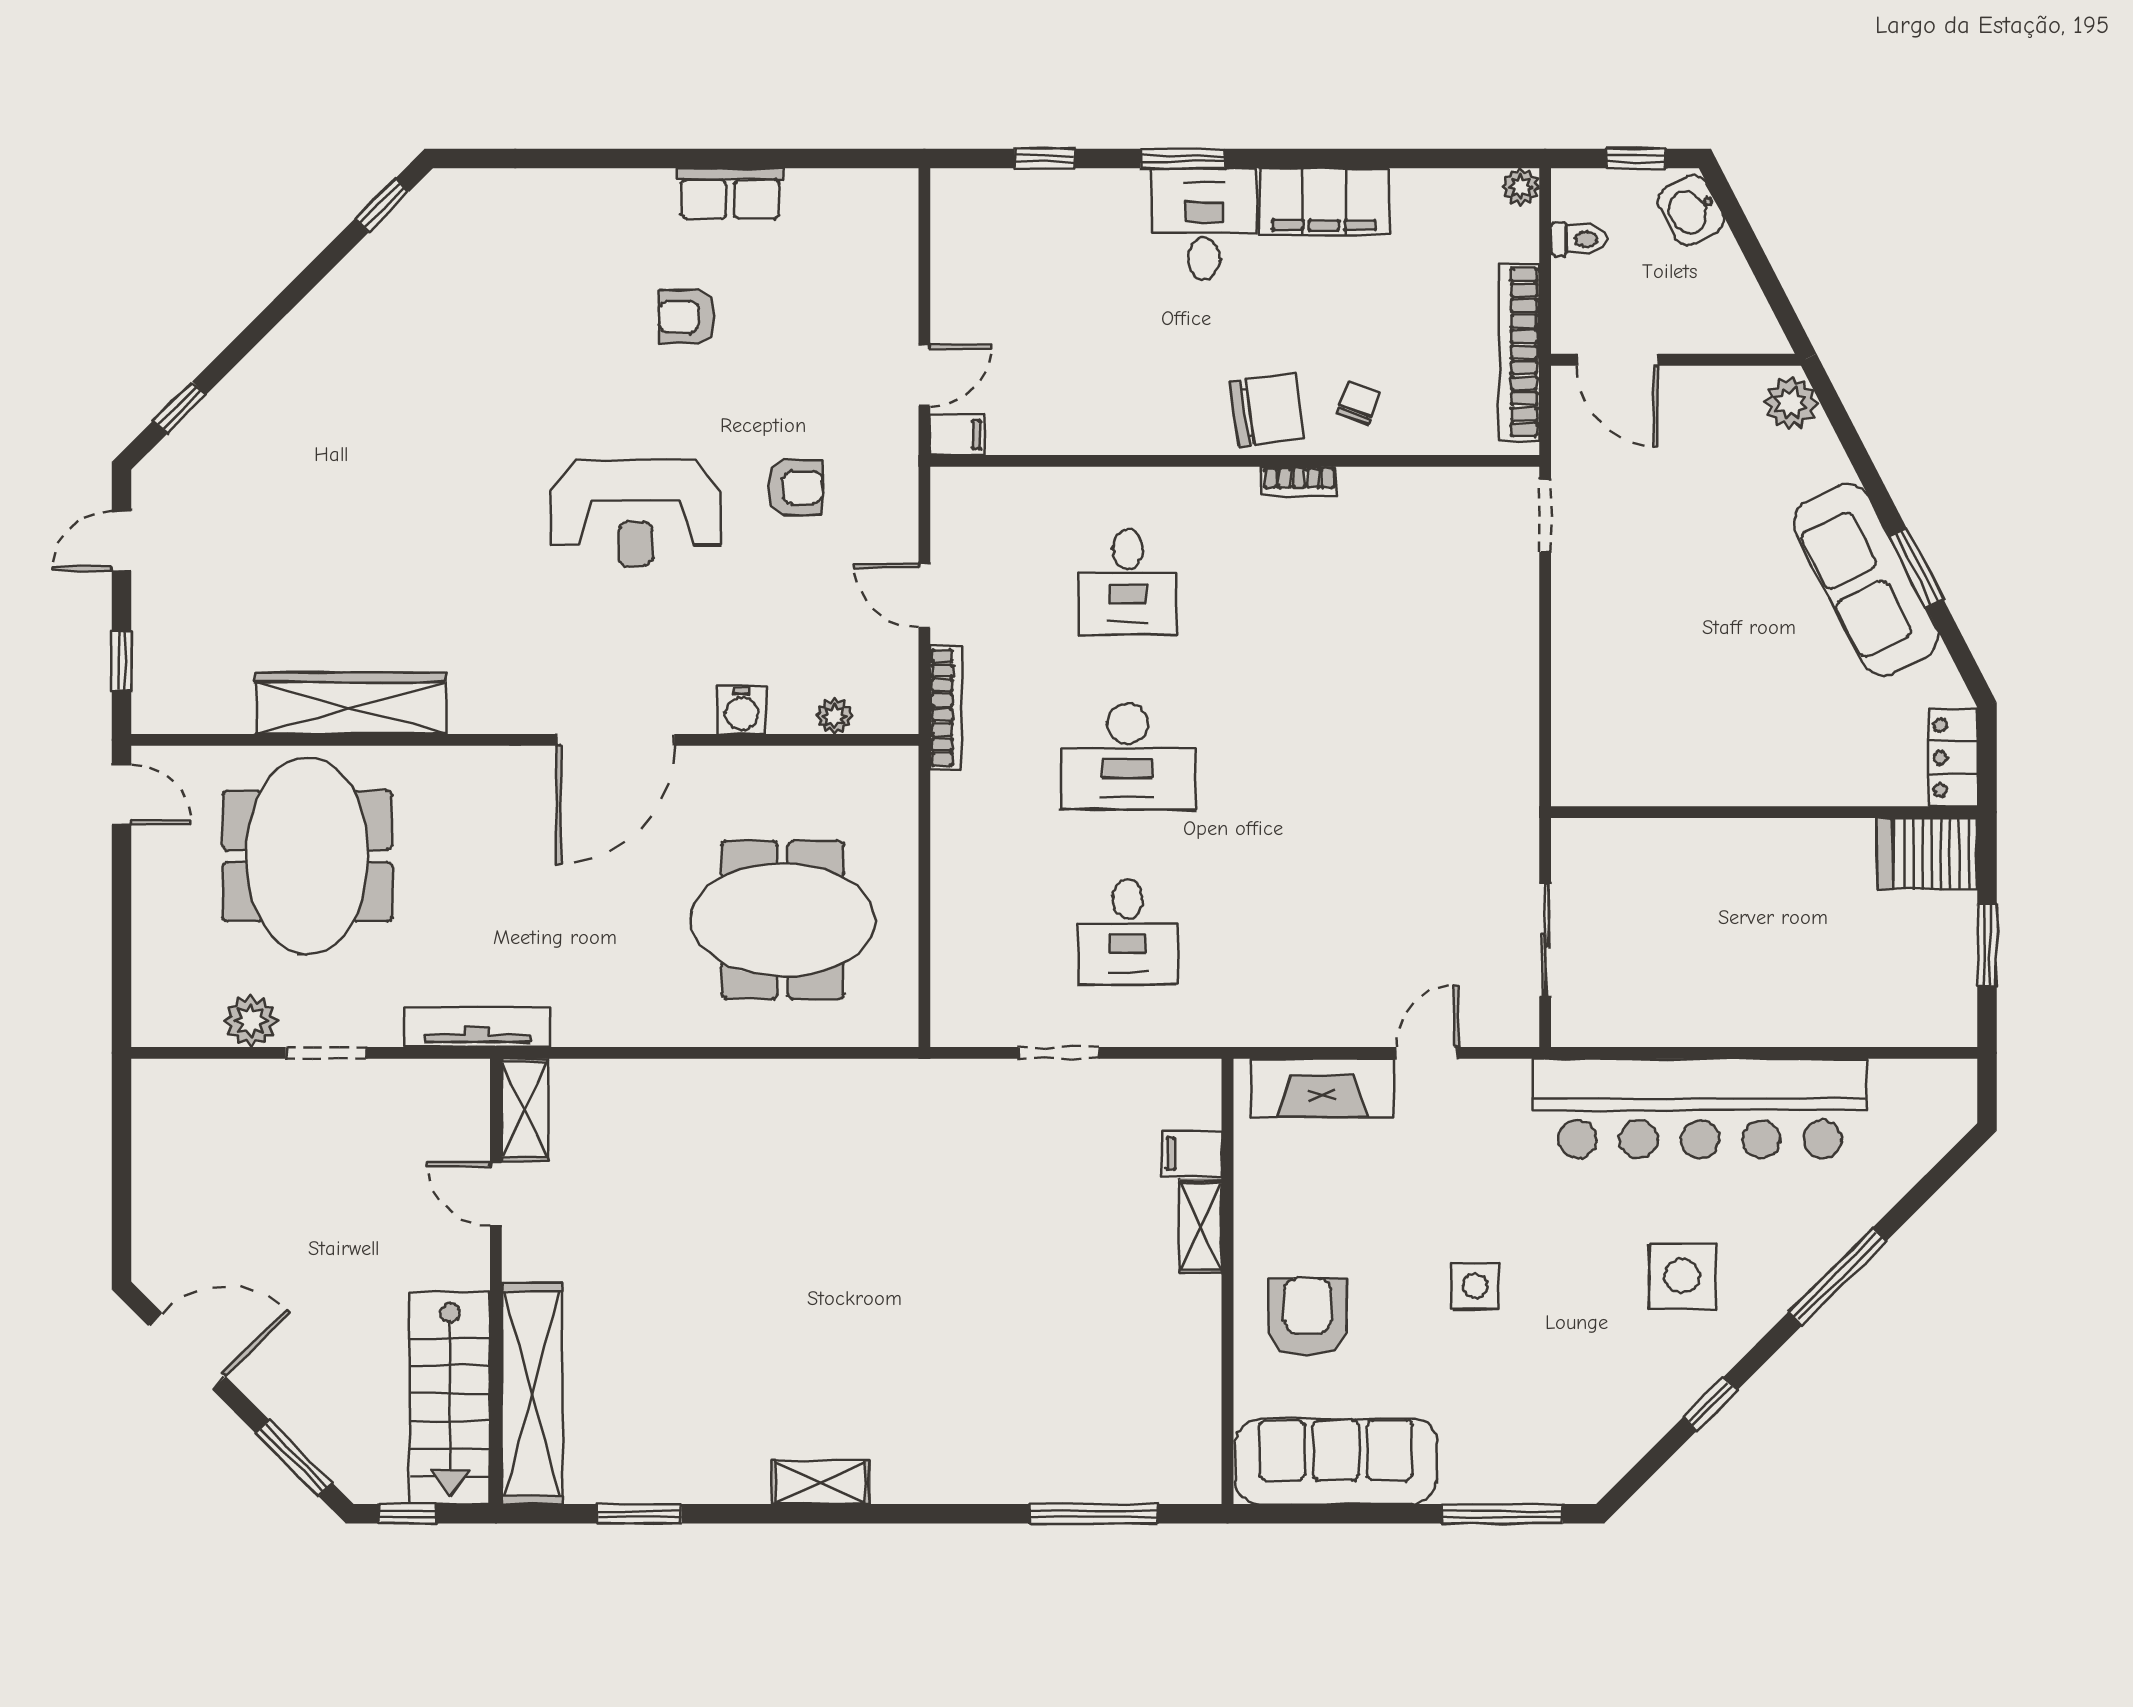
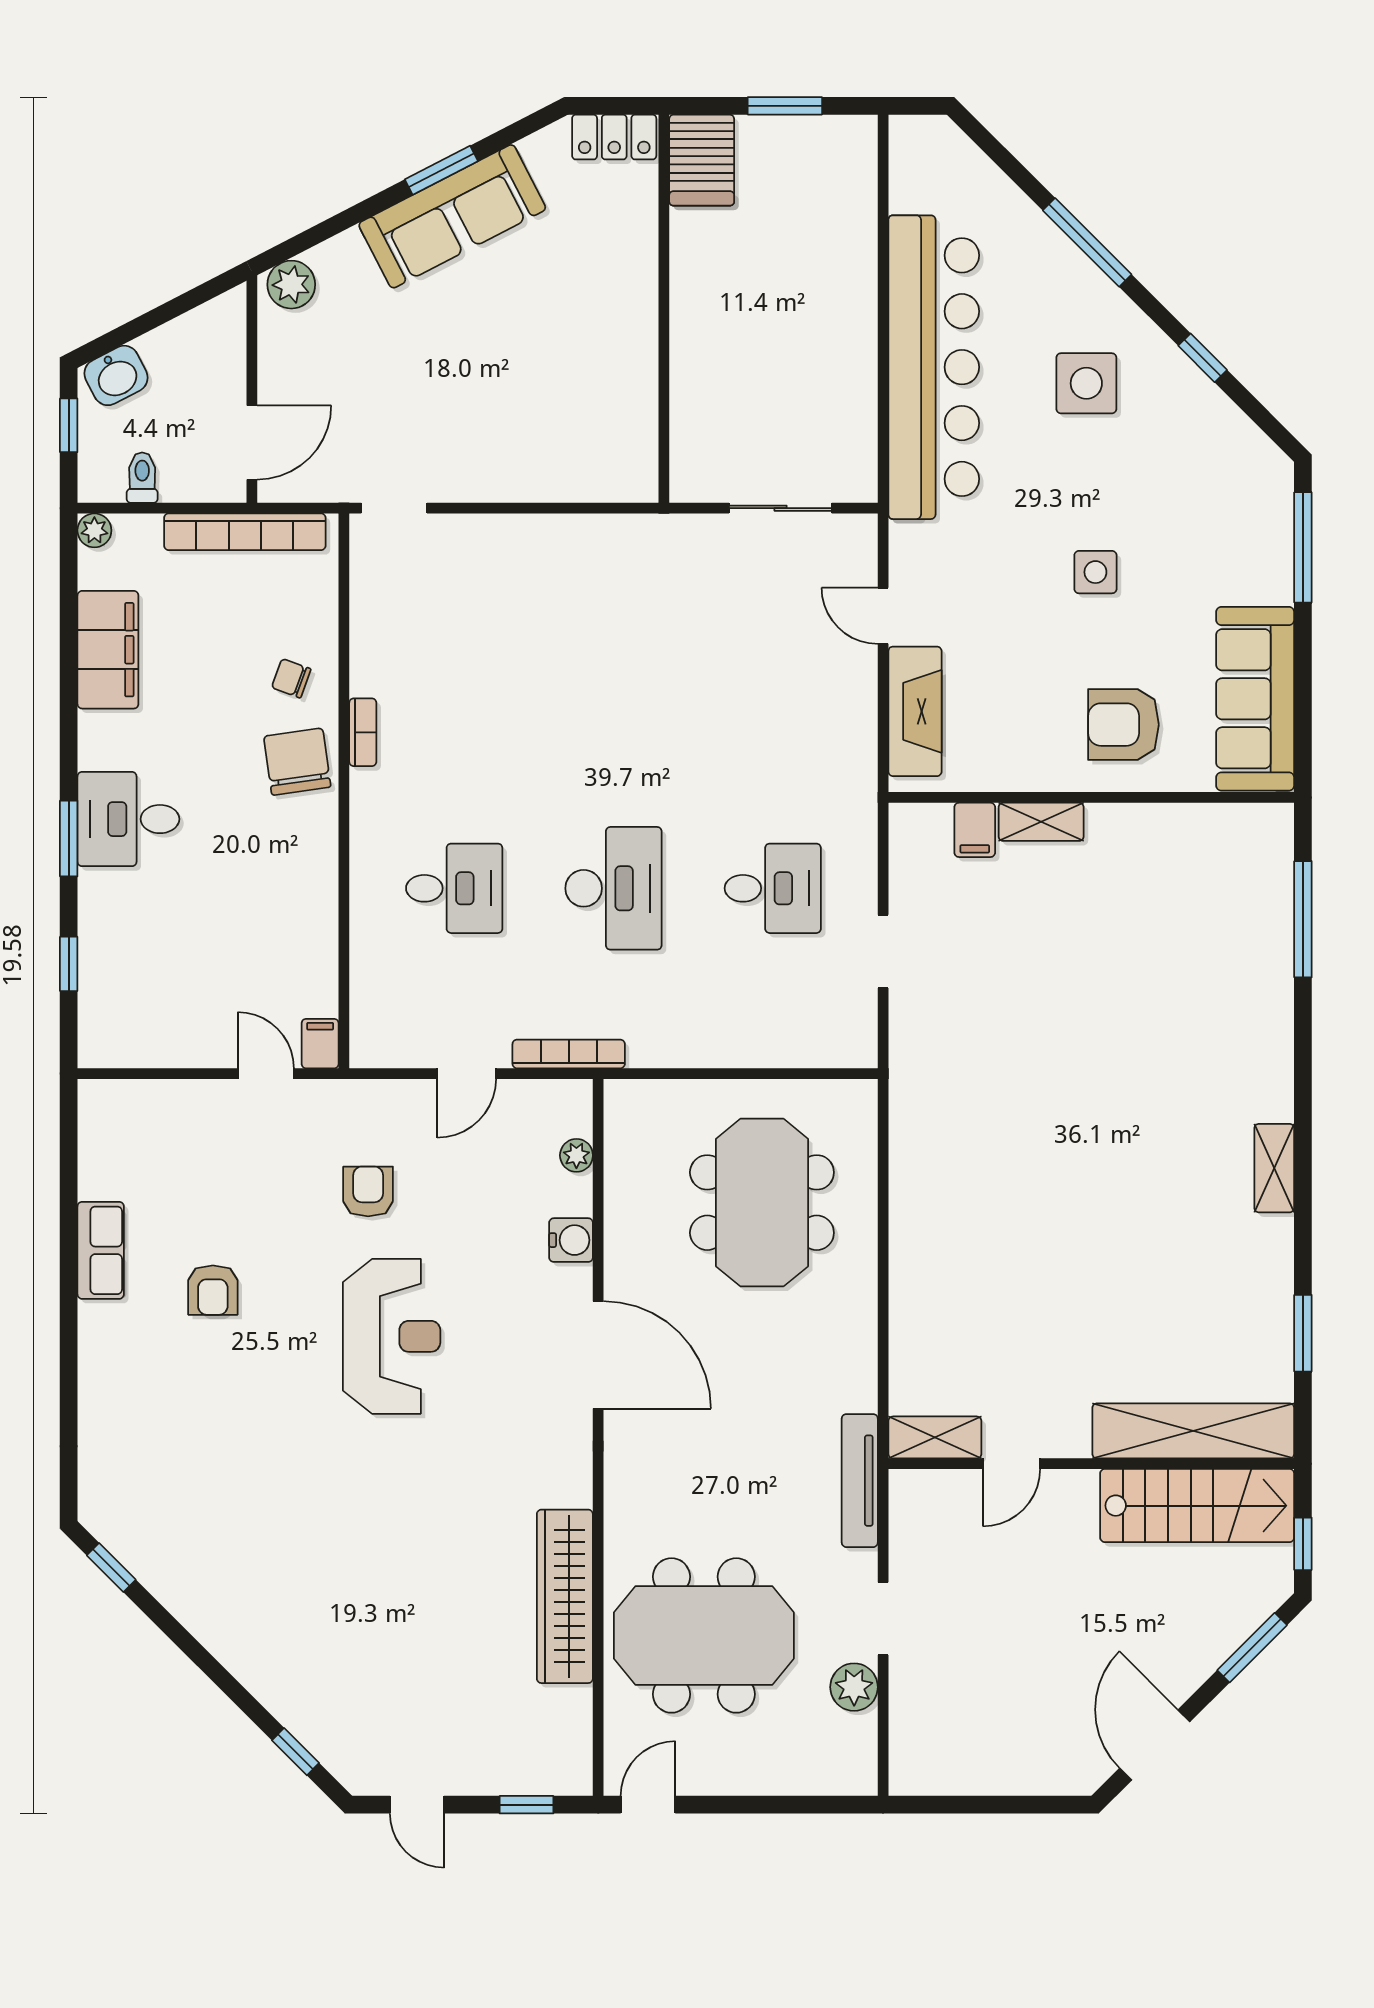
filing cabinet: (1324, 202) -> (108, 650), moved

